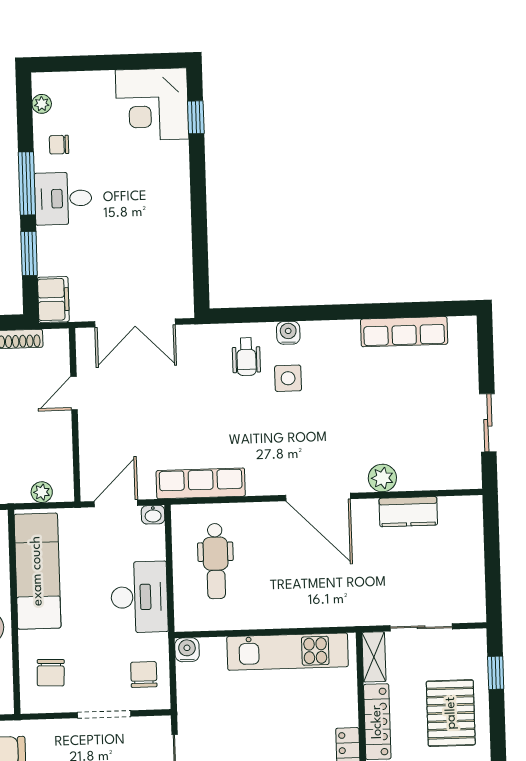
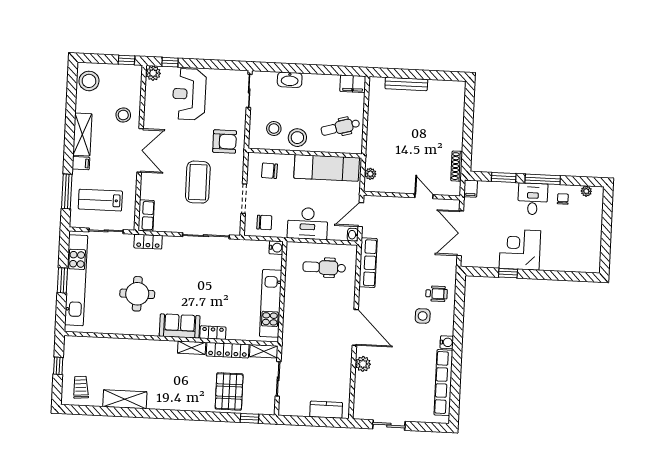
corner desk: (152, 104) -> (520, 250), moved
window: (196, 117) -> (508, 273), moved
filing cabinet: (53, 299) -> (471, 189), width x0.50
row of seats: (404, 332) -> (443, 383), width x1.36
water cooler: (288, 333) -> (447, 342), moved
wheelchair: (246, 357) -> (436, 294), turned 180
door: (318, 497) -> (355, 327), swing flipped
door: (116, 503) -> (361, 215), swing flipped
kitchen counter: (408, 512) -> (326, 410), moved, turned 90
pallet: (451, 713) -> (229, 391), turned 90

